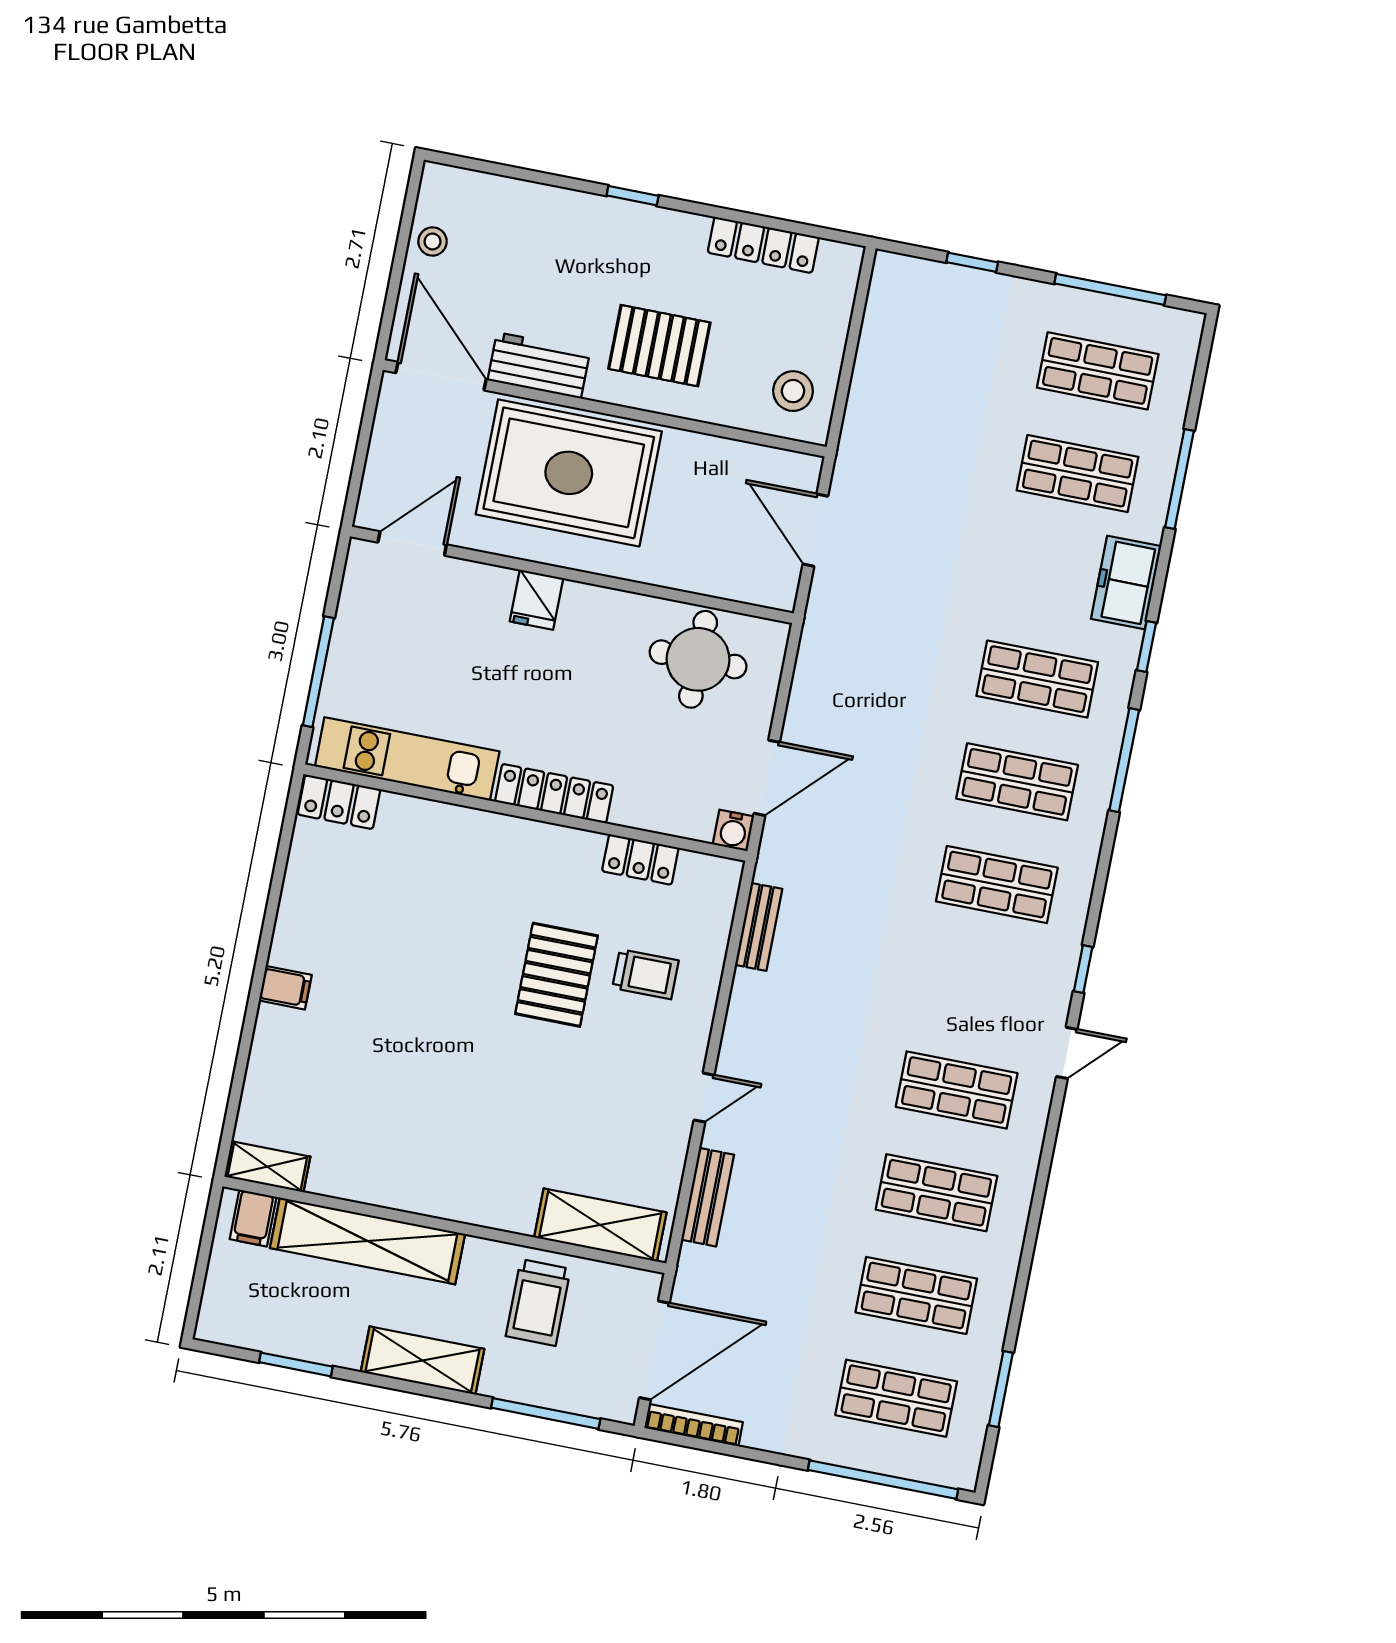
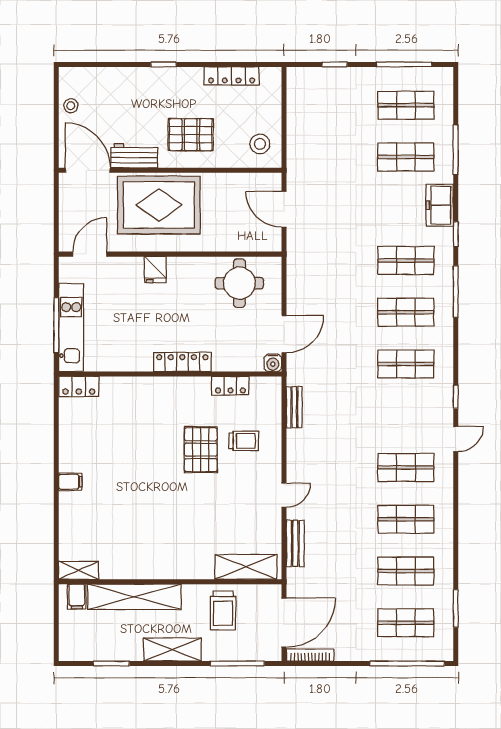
kitchen unit: (407, 759) -> (71, 327), moved, turned 90

